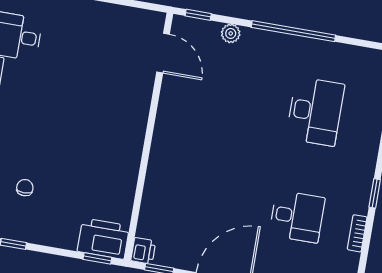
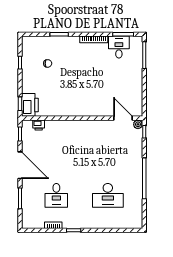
plant: (231, 33) -> (138, 124), moved
door: (163, 53) -> (123, 118), swing flipped
printer: (143, 251) -> (39, 125), moved

